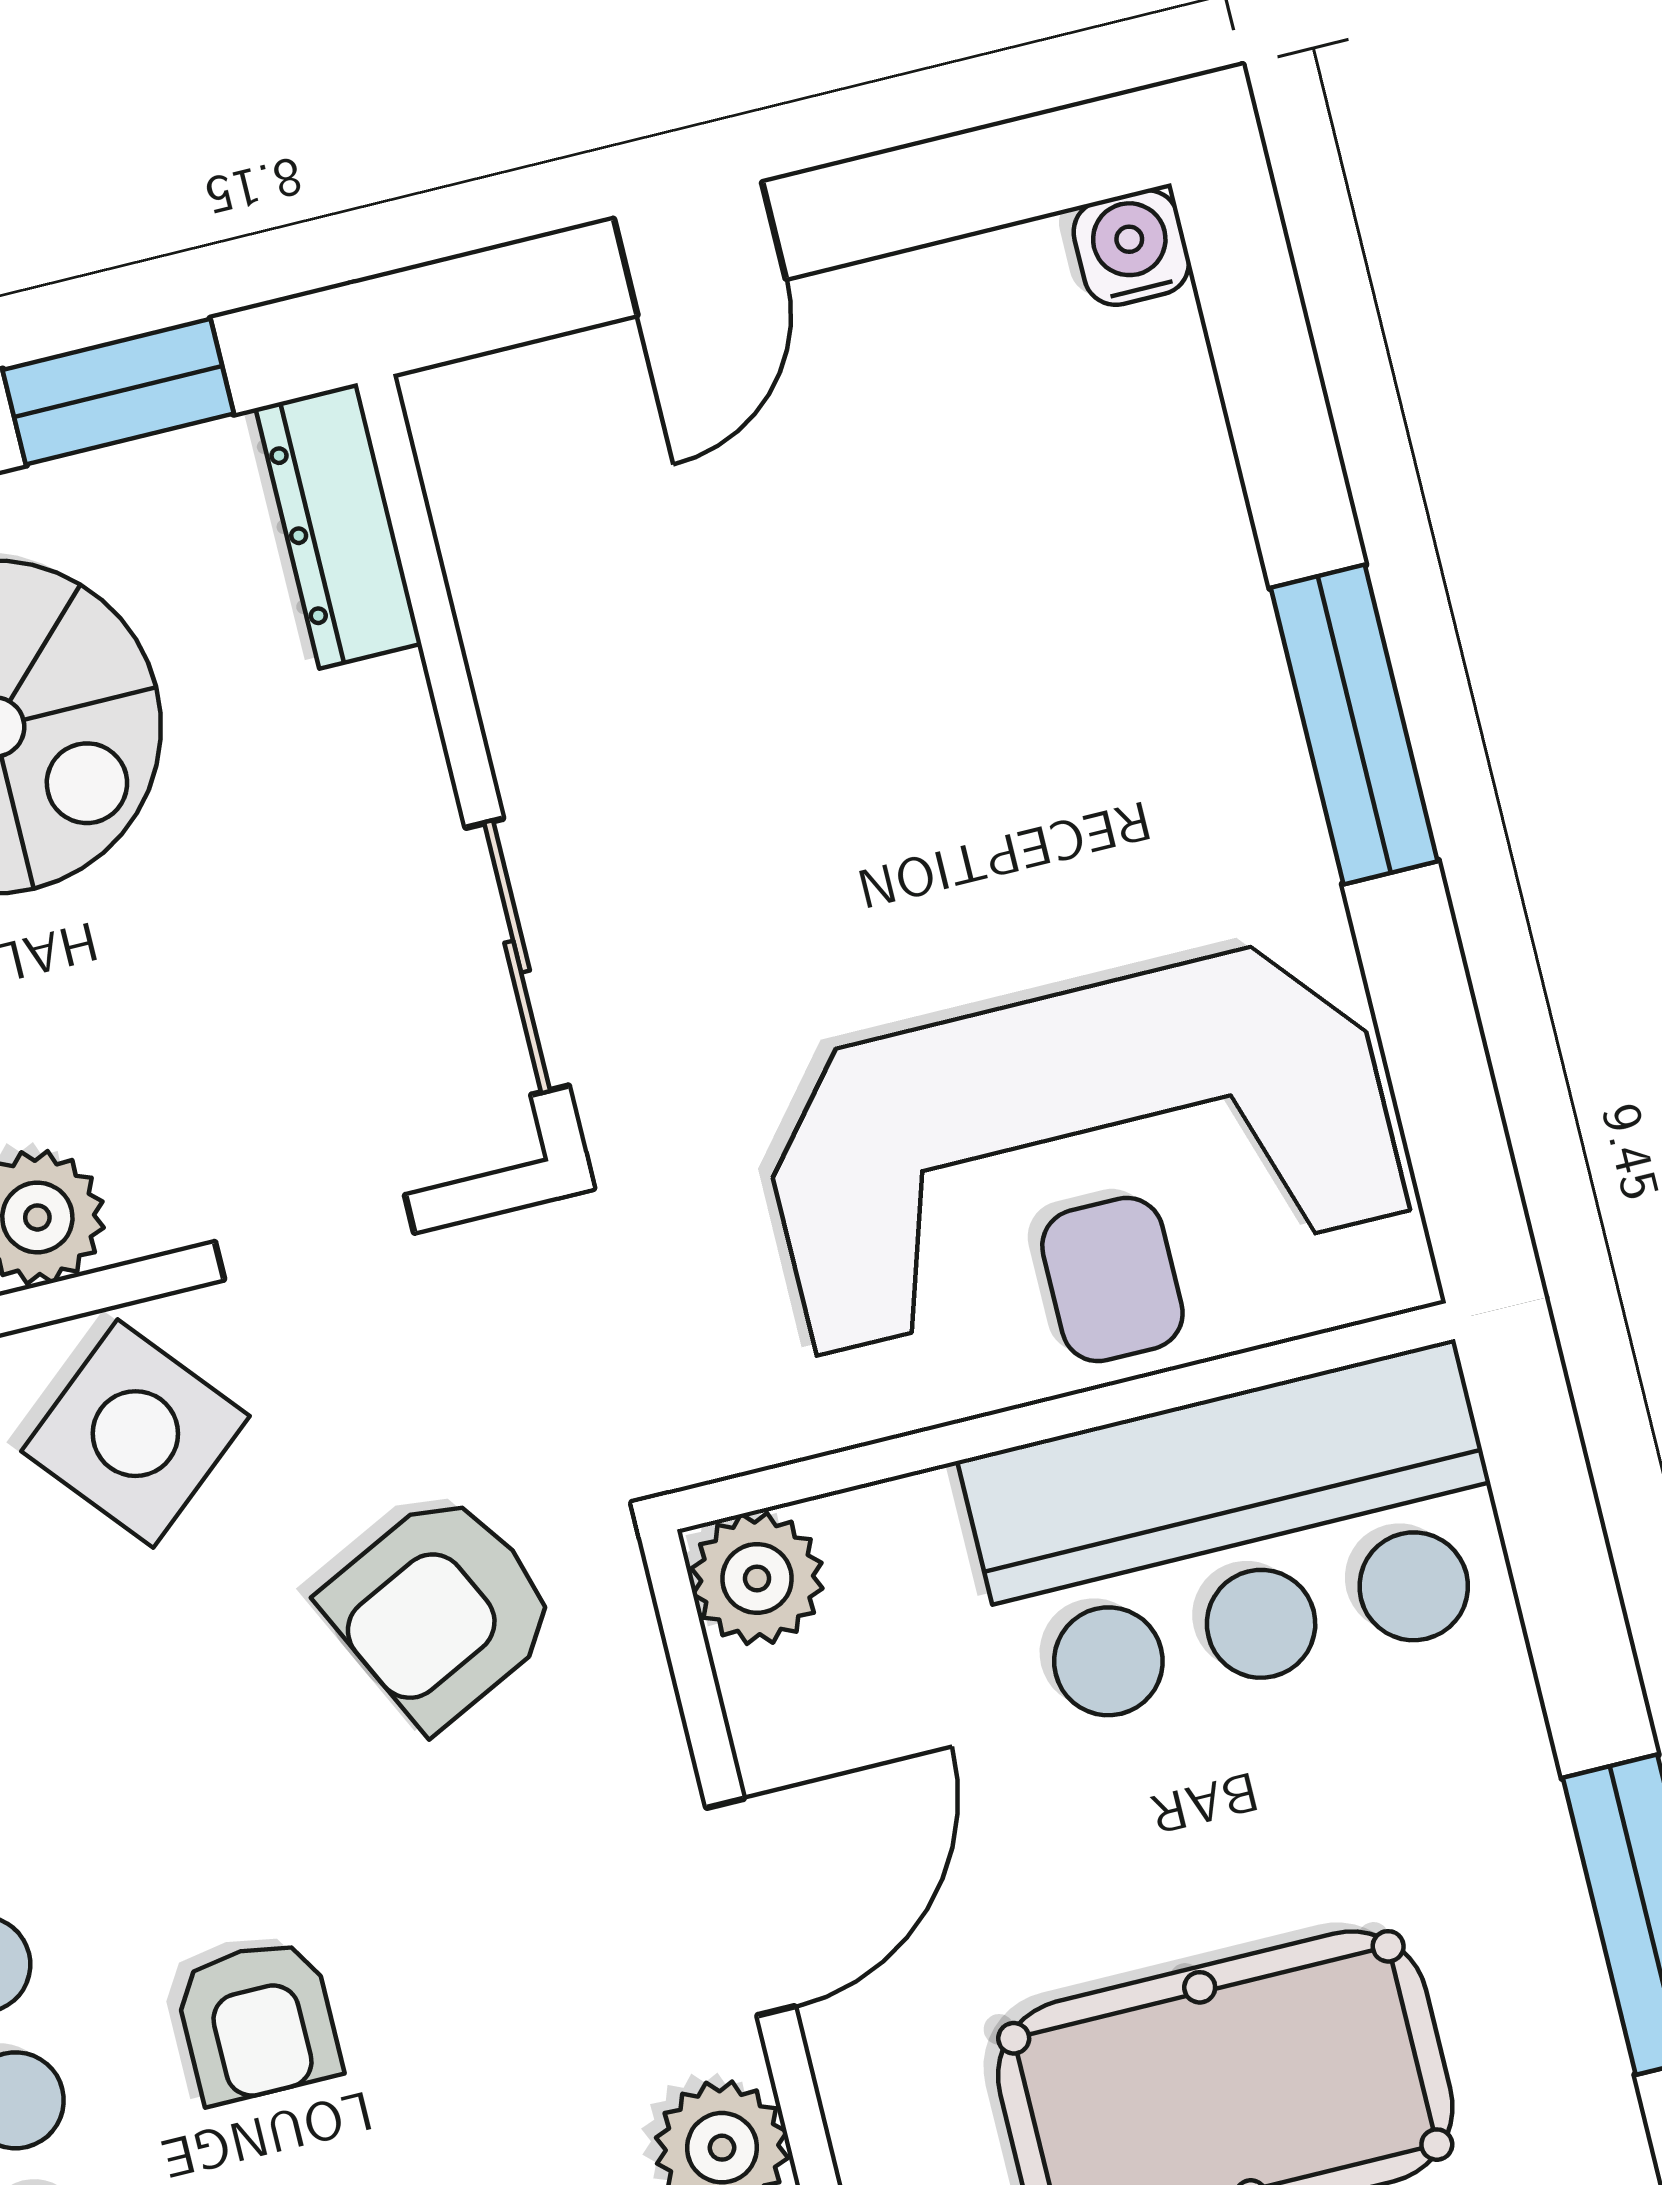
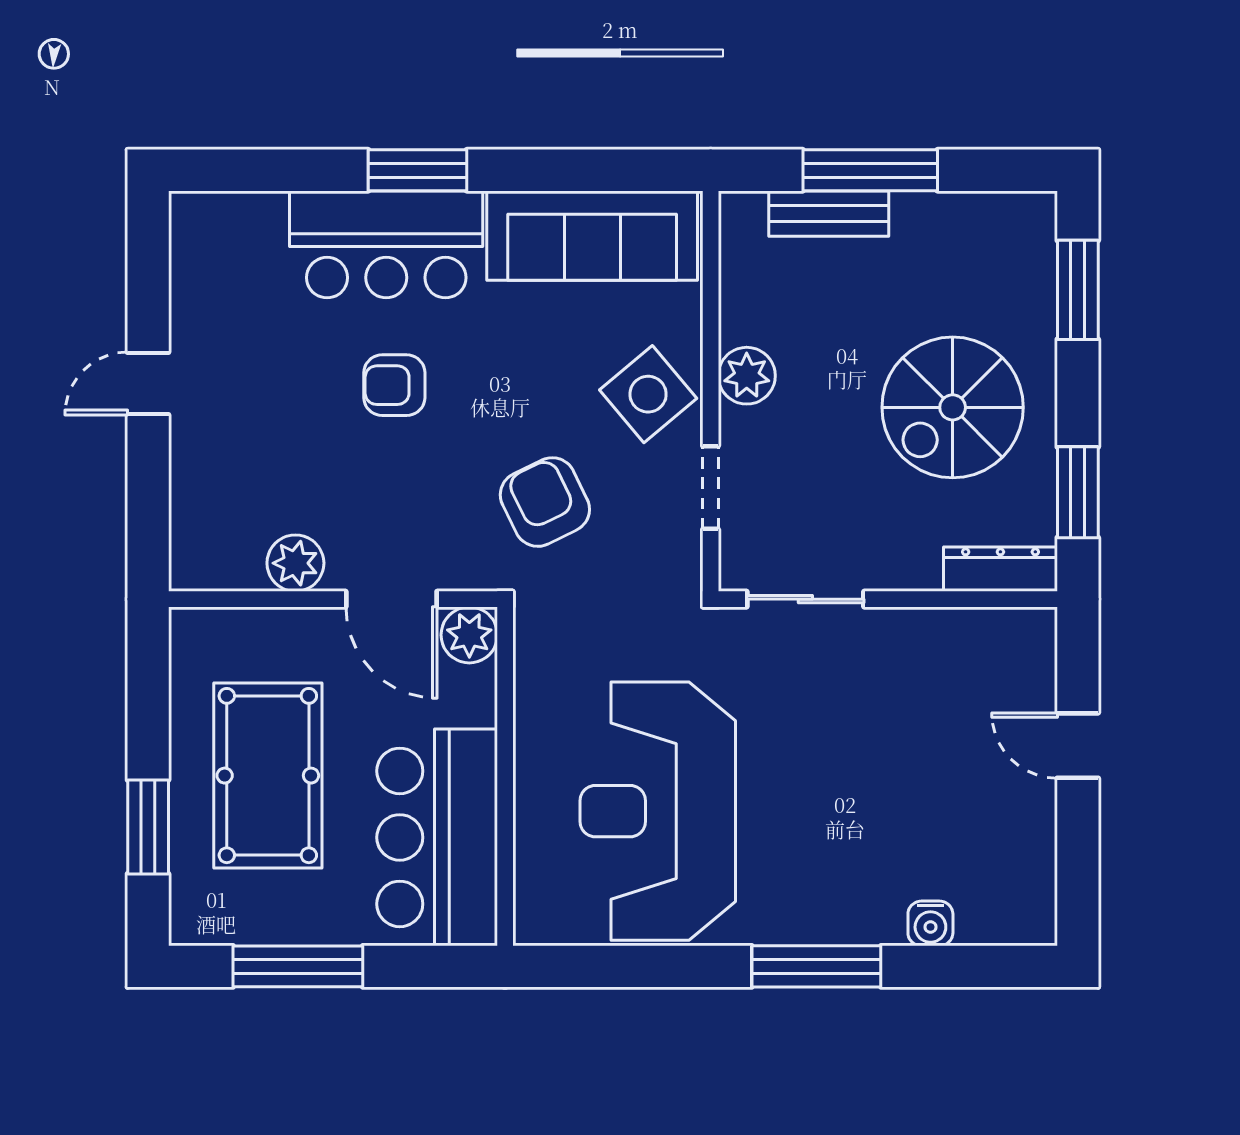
water cooler: (1131, 247) -> (930, 923), moved, turned 90
wall: (1061, 1417) -> (505, 776), moved
bar counter: (1240, 1538) -> (437, 837), moved
plant: (757, 1578) -> (469, 635), moved

